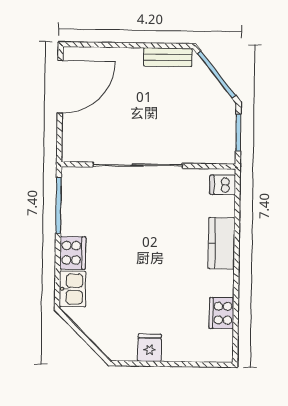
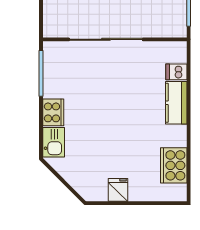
dishwasher: (223, 185) -> (176, 72), moved
cooker: (221, 313) -> (174, 165), width x1.37, depth x1.31

